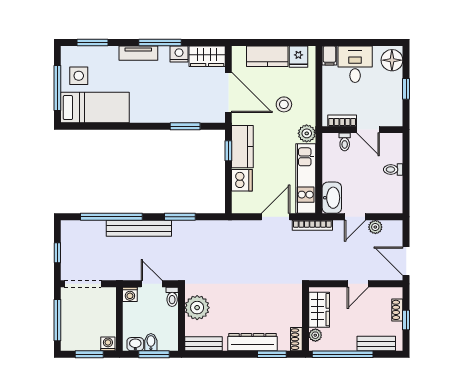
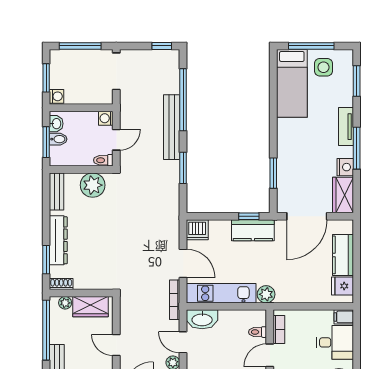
stool: (284, 104) -> (295, 272), removed
dishwasher: (242, 180) -> (197, 230), moved
window: (57, 253) -> (162, 46), moved

